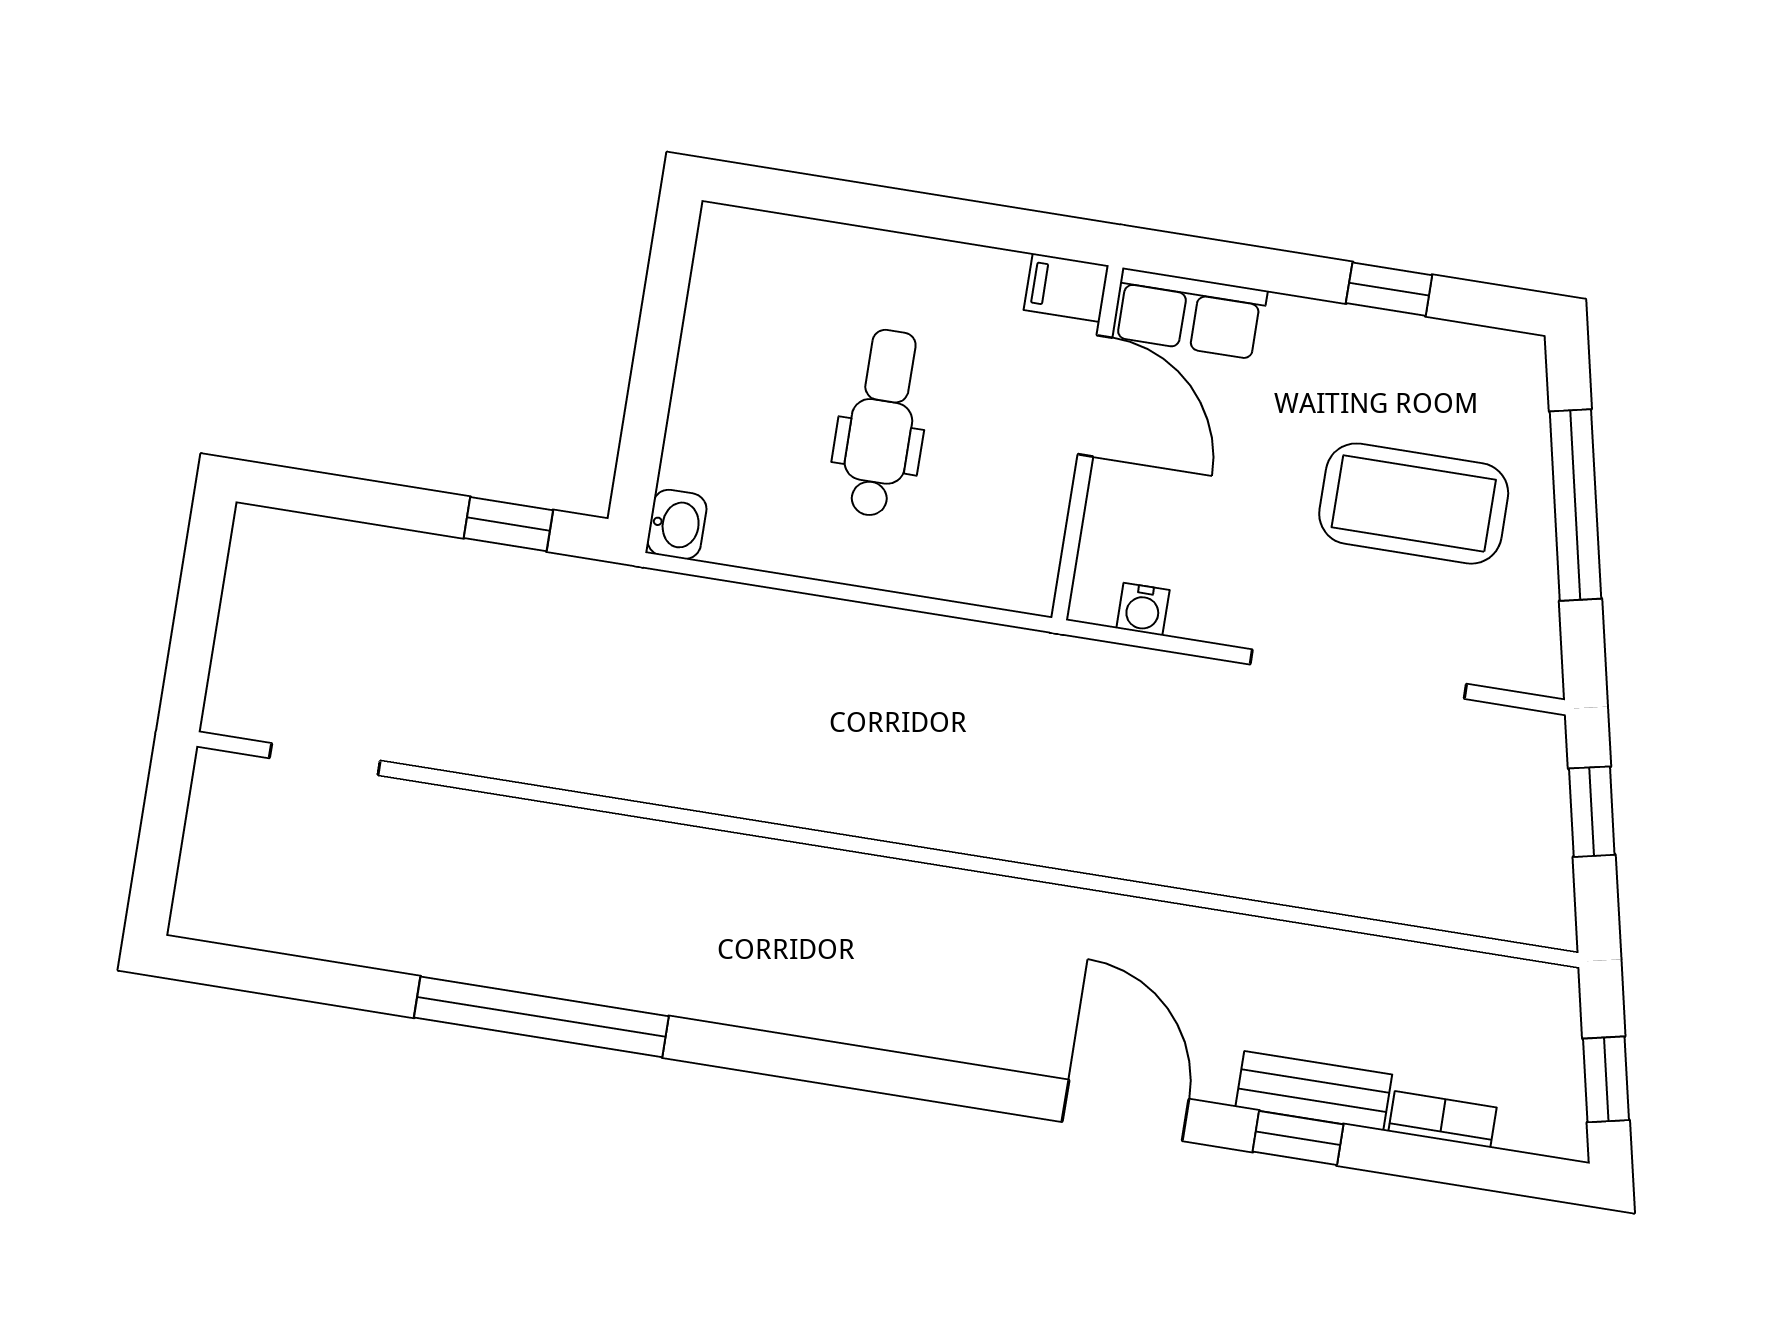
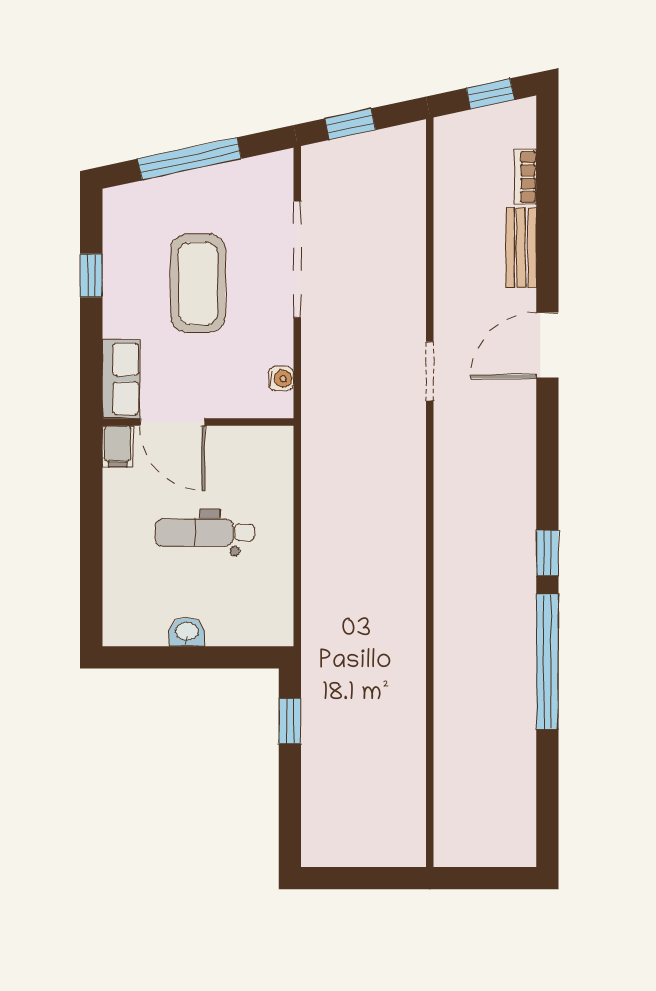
door: (1095, 396) -> (172, 422), swing flipped
coffee table: (1414, 504) -> (198, 283), moved
washbasin: (677, 524) -> (187, 632), moved
doorway: (325, 759) -> (430, 371), moved
window: (1298, 1138) -> (547, 553), moved

